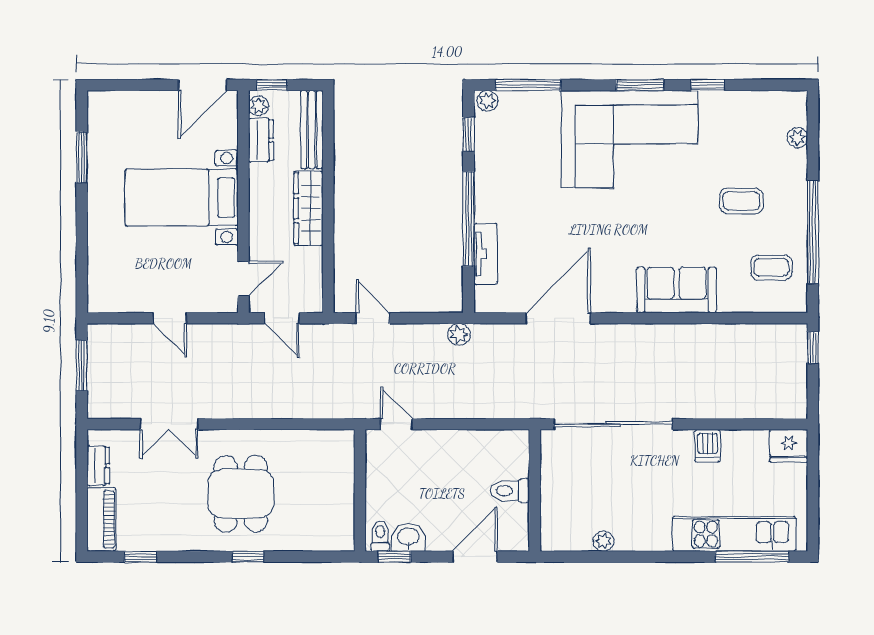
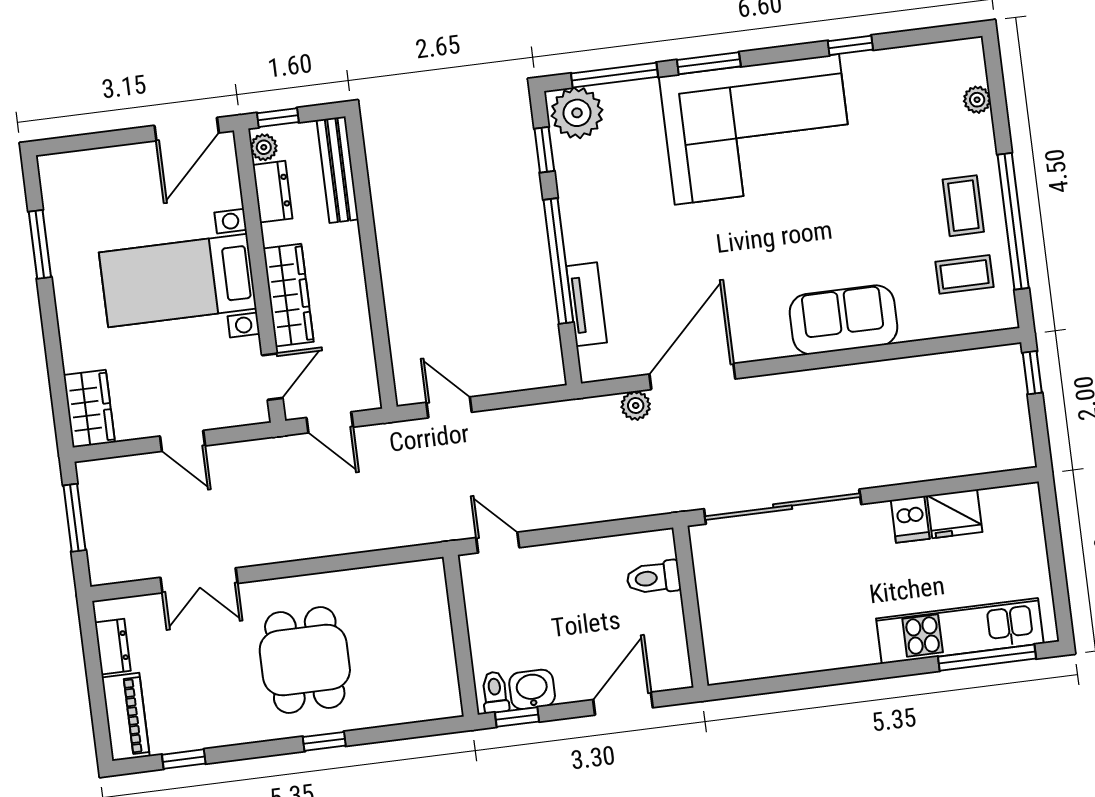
window: (640, 85) -> (709, 63), moved
plant: (487, 101) -> (577, 113), width x1.88, depth x1.88
coffee table: (741, 201) -> (963, 206), moved, turned 90
wardrobe: (308, 208) -> (288, 295), moved, turned 180
wardrobe: (103, 285) -> (89, 409), added
plant: (459, 334) -> (636, 406), moved
fridge: (789, 446) -> (955, 514), moved
toilet: (510, 491) -> (654, 578), moved
plant: (604, 541) -> (789, 662), removed

